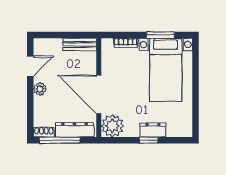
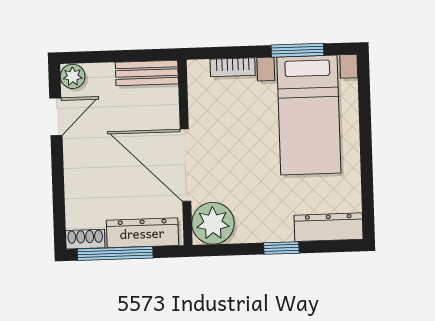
plant: (40, 89) -> (73, 76), moved
dresser: (153, 130) -> (329, 227), moved, width x1.44

